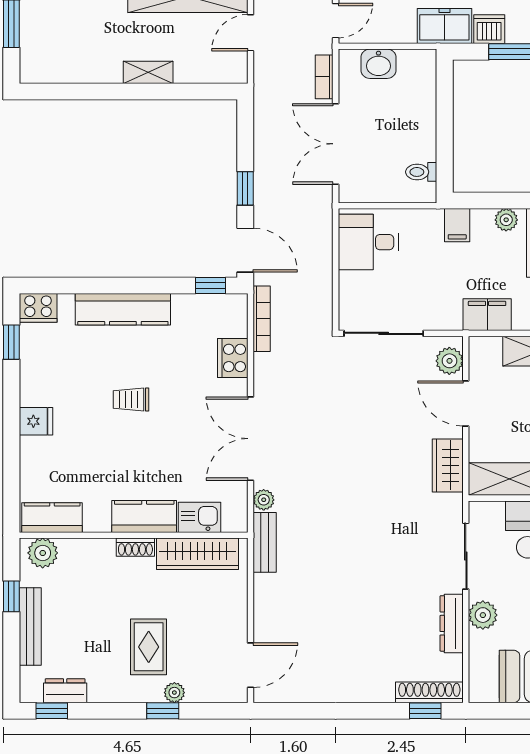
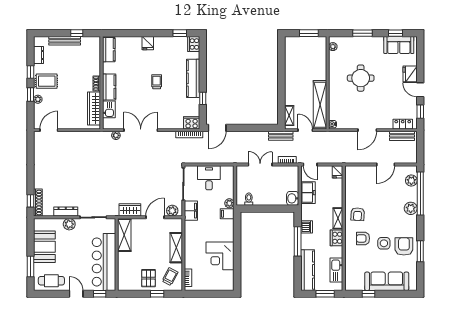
freezer: (444, 26) -> (308, 193), moved
washbasin: (378, 64) -> (293, 198), moved
shelving: (148, 72) -> (289, 116), moved
double door: (336, 144) -> (260, 165), width x0.73
window: (245, 188) -> (242, 128), removed
plant: (506, 220) -> (229, 203), moved
desk: (368, 242) -> (209, 178), moved
window: (211, 286) -> (203, 98), moved
filing cabinet: (487, 315) -> (191, 211), moved
cooker: (233, 358) -> (192, 123), moved
bench: (265, 542) -> (281, 136), moved
plant: (43, 553) -> (94, 46), removed
rug: (149, 647) -> (47, 81), moved
door: (251, 665) -> (49, 130), swing flipped
window: (52, 711) -> (30, 72), moved

